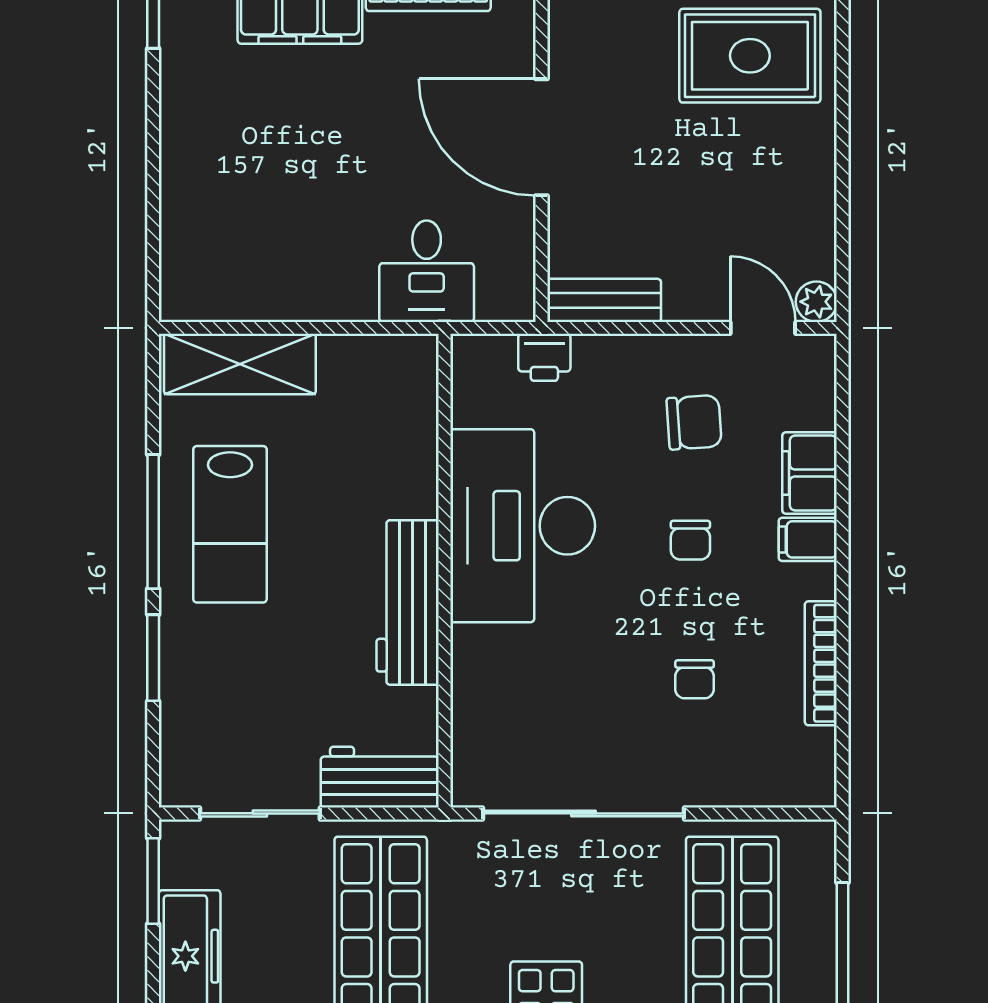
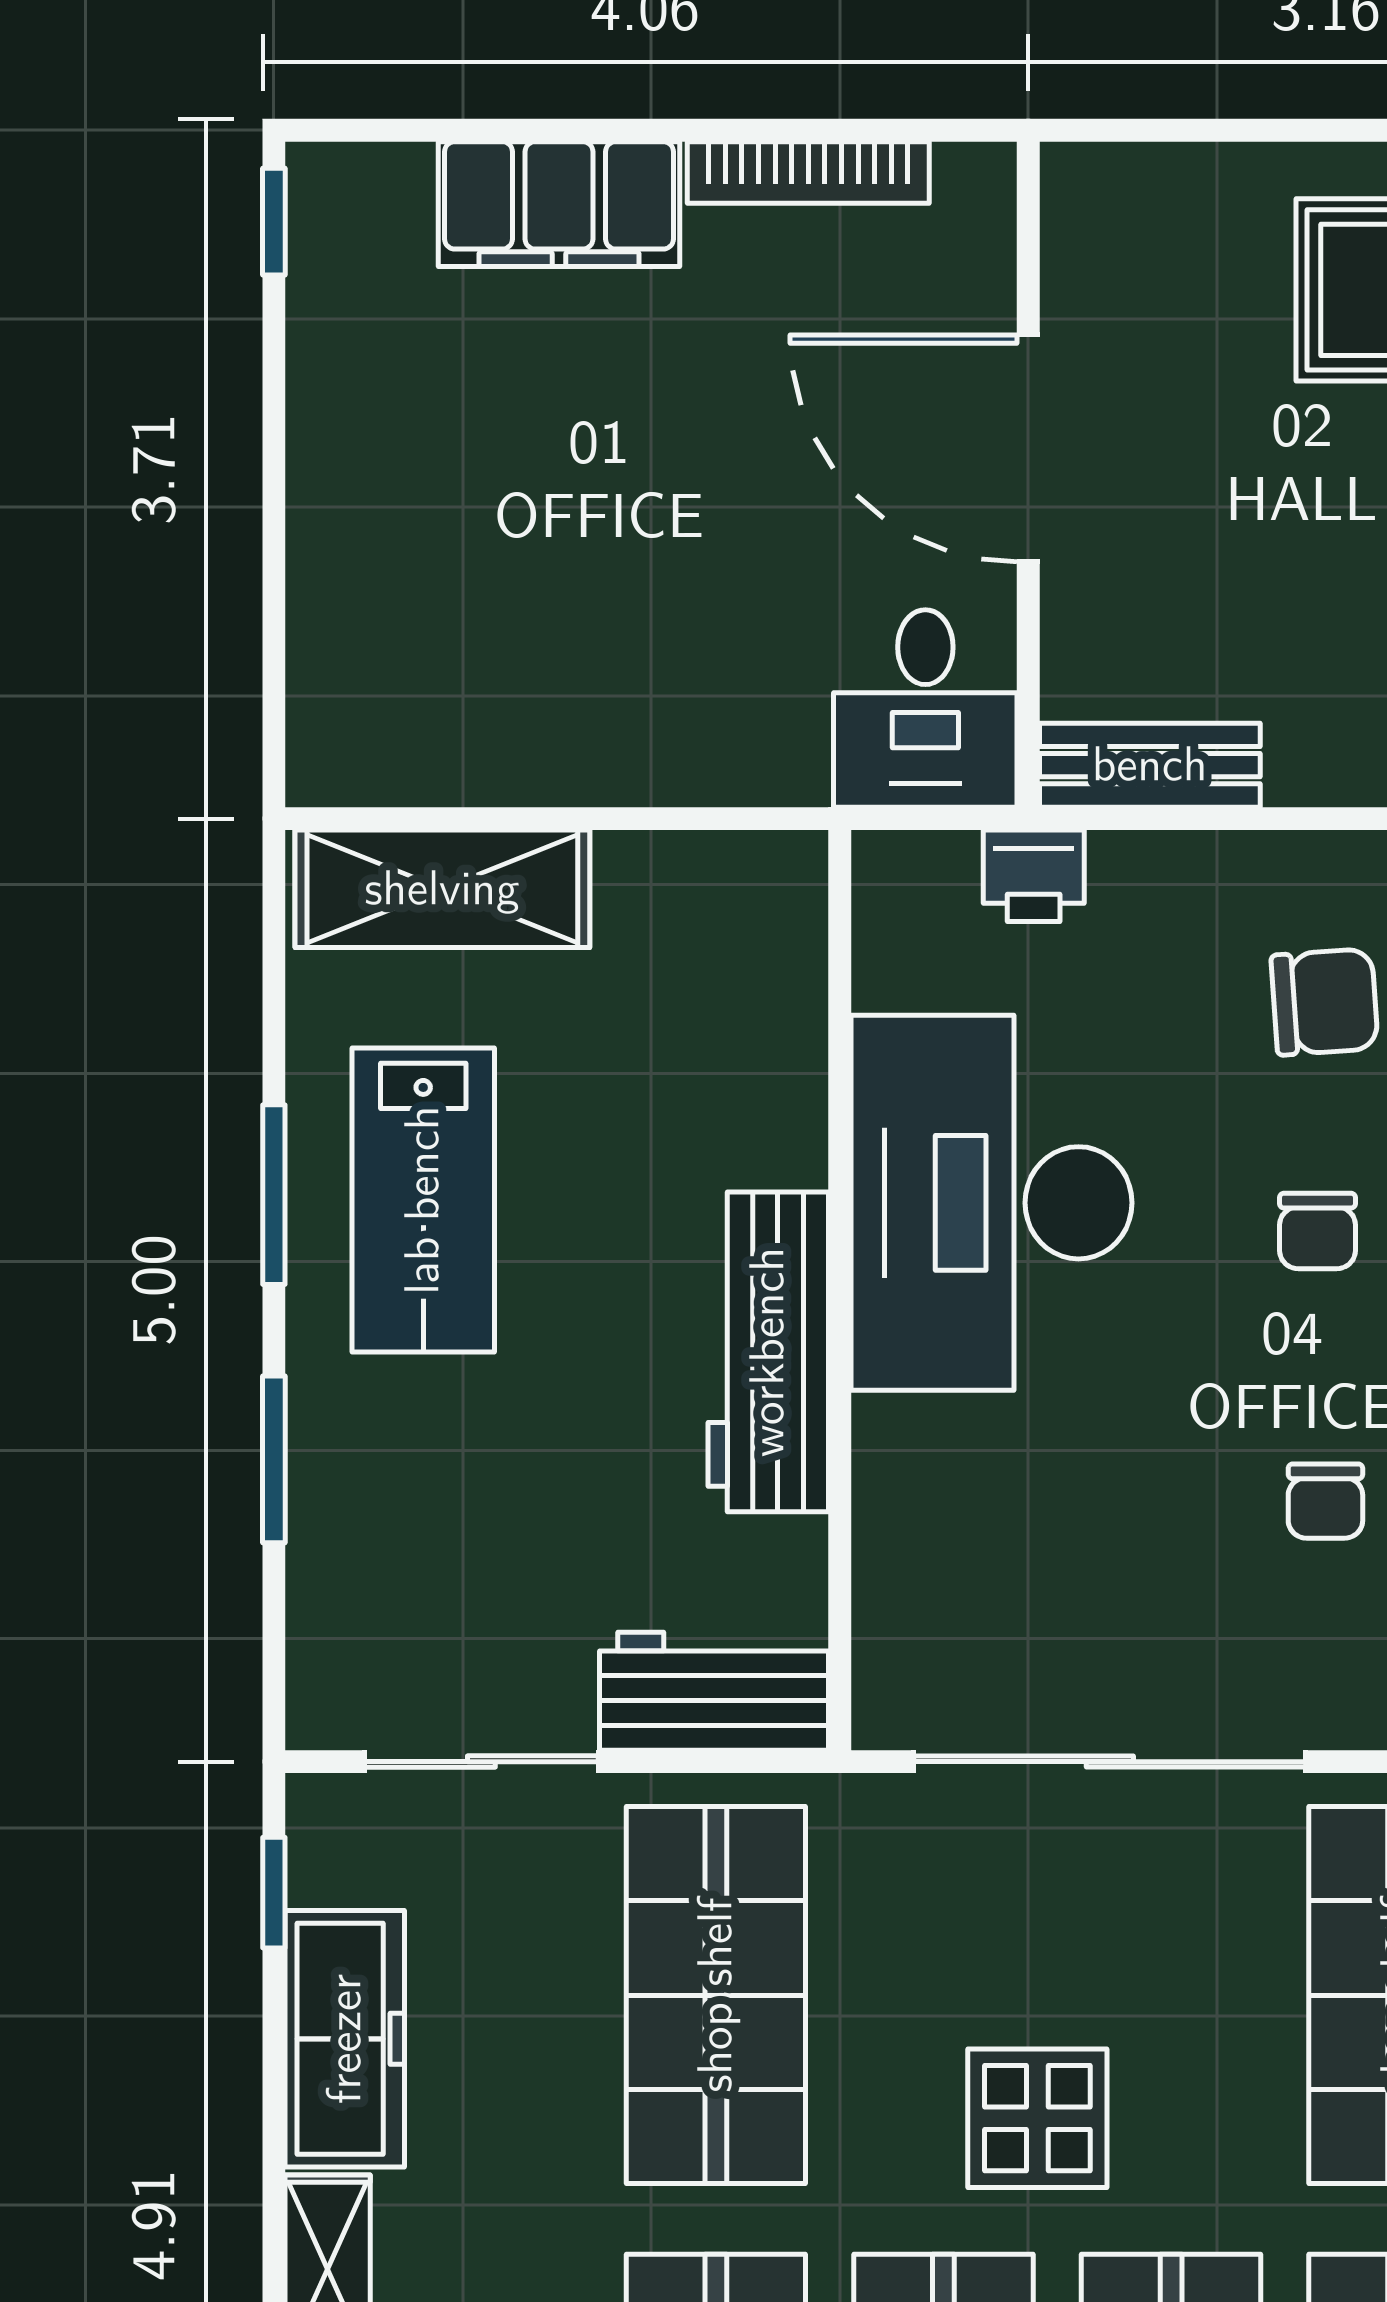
desk: (427, 271) -> (925, 708), moved
window: (153, 522) -> (274, 1195), width x0.69
window: (153, 881) -> (274, 1893), width x0.67

